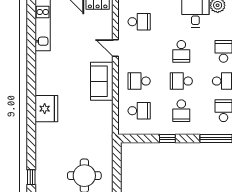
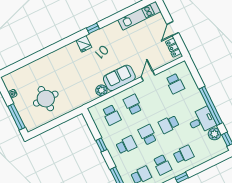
plant: (106, 108) -> (101, 90), added
fridge: (46, 109) -> (84, 44), width x0.53, depth x0.75
school desk: (181, 111) -> (126, 145), turned 180
window: (31, 177) -> (93, 28), moved

